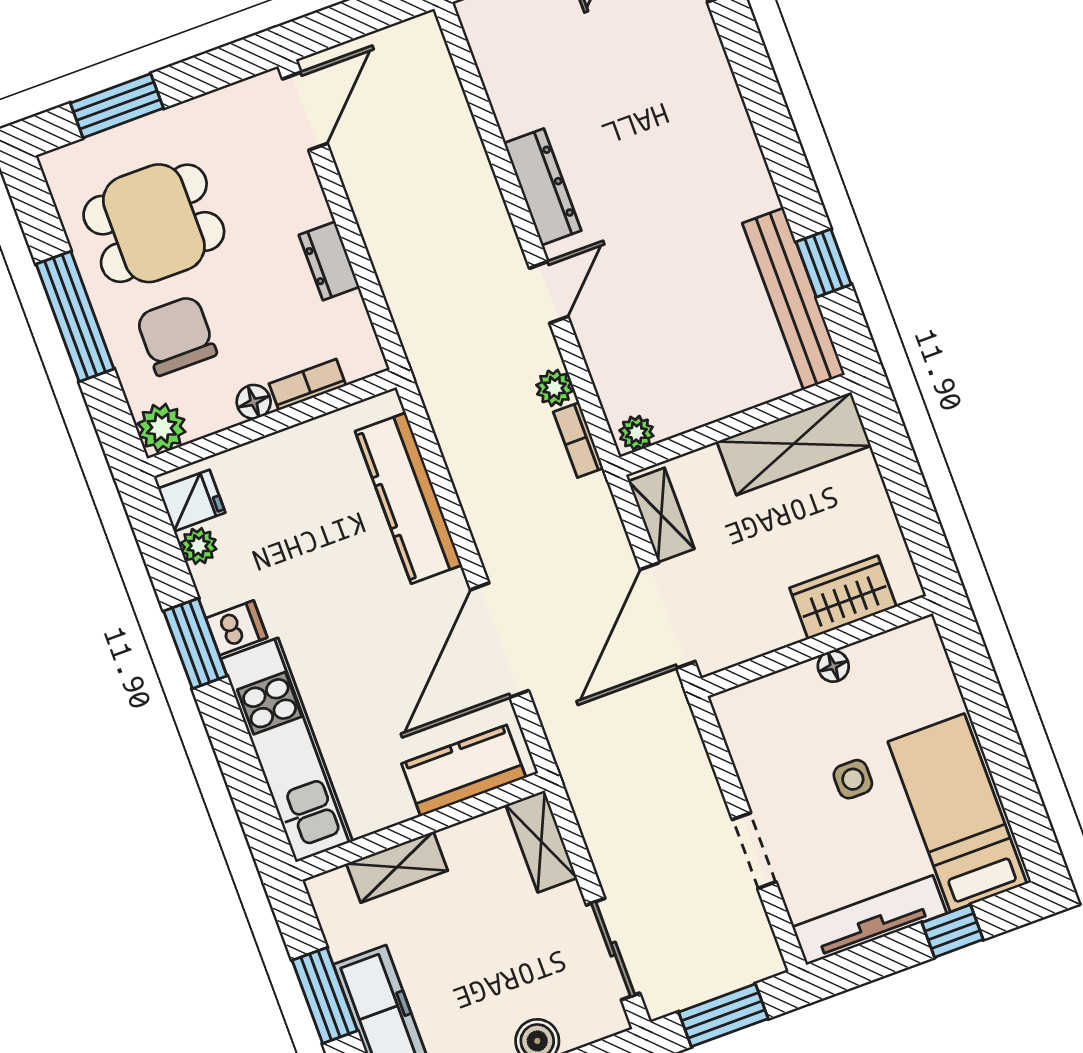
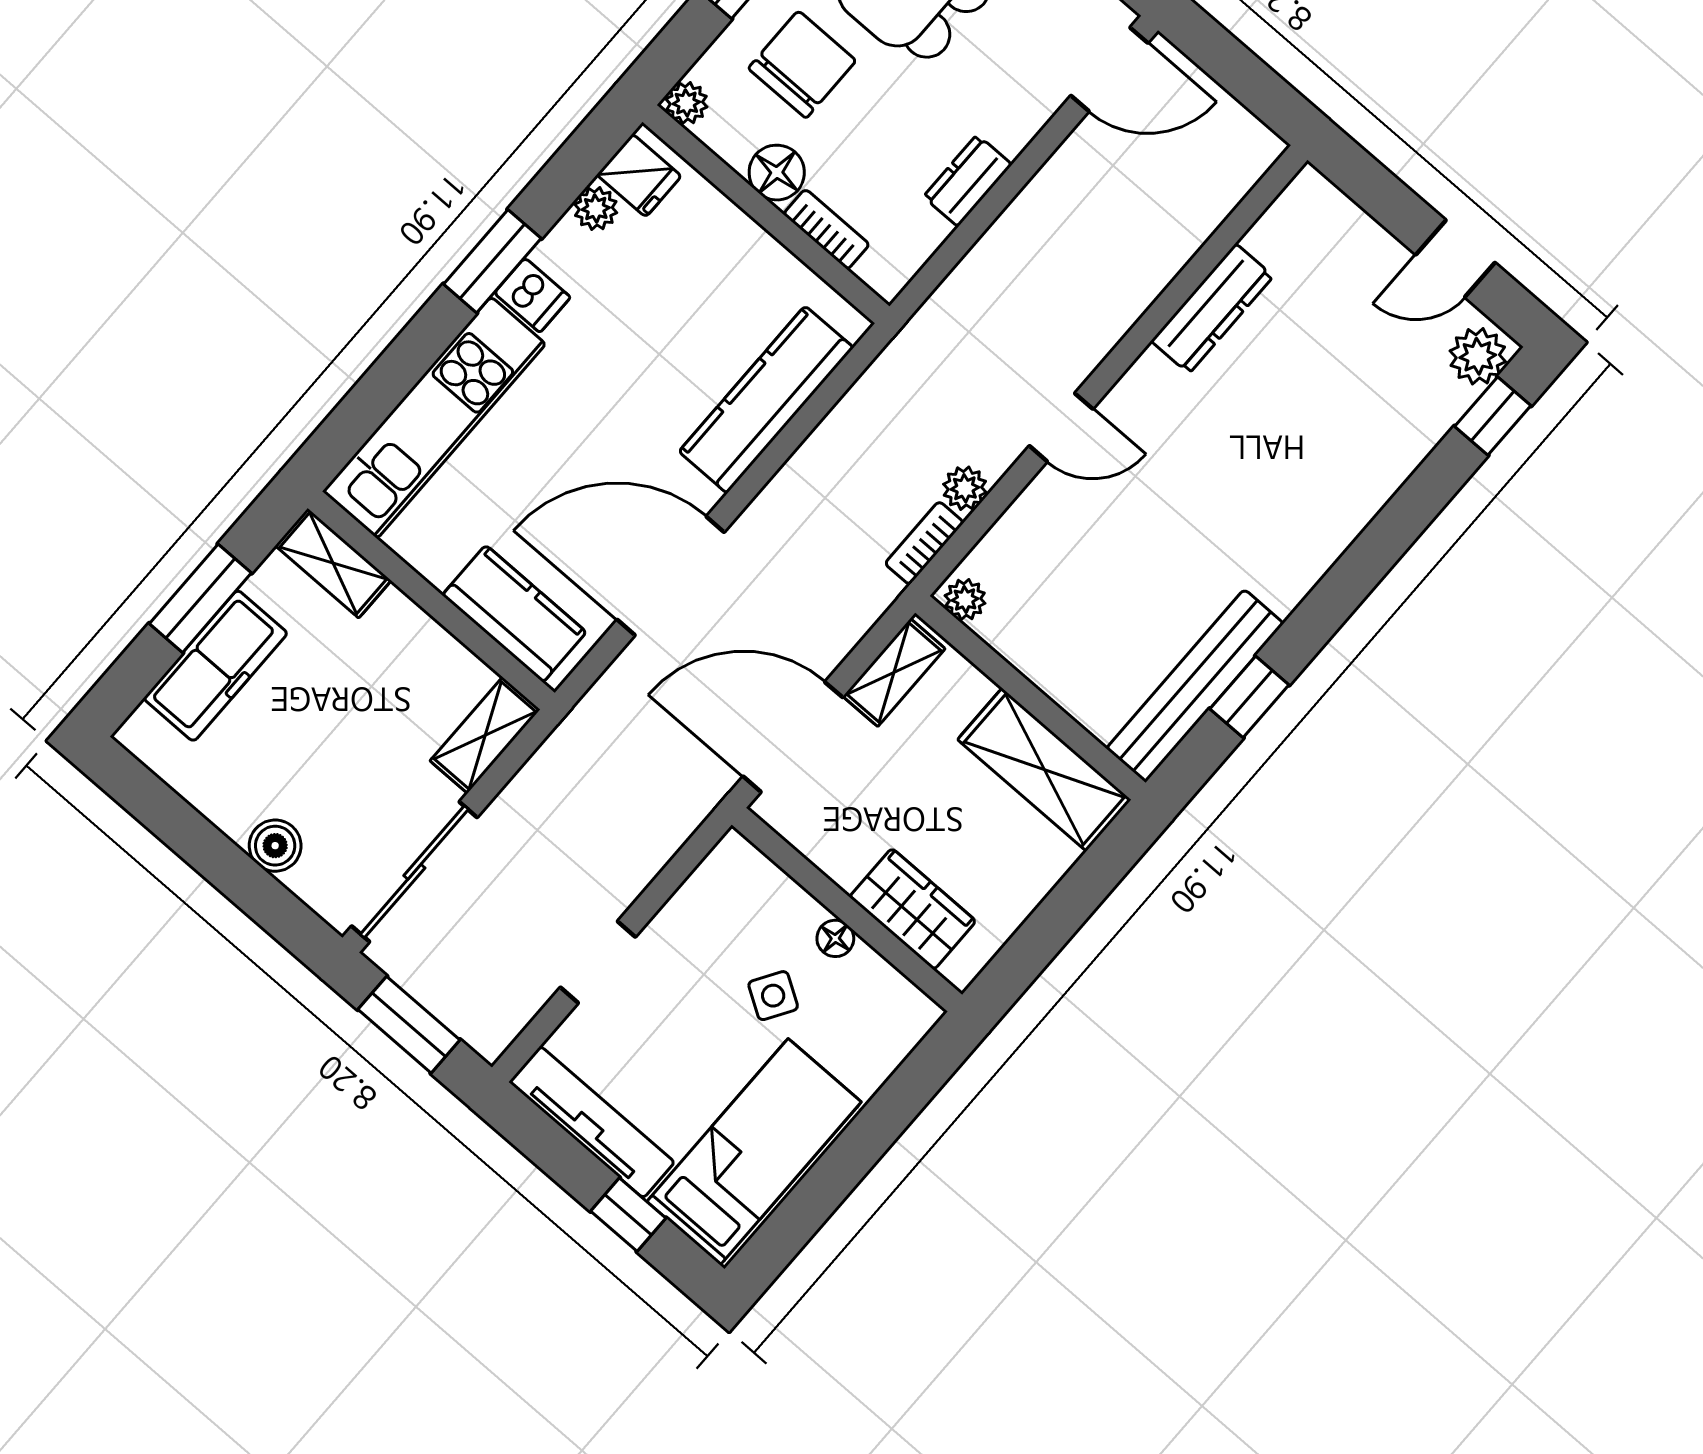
dresser: (543, 187) -> (1212, 309), moved
floor lamp: (254, 402) -> (777, 173), width x1.37, depth x1.37
plant: (162, 428) -> (686, 103), width x0.73, depth x0.73
side table: (853, 779) -> (773, 996), moved, turned 32
shelving: (397, 867) -> (333, 563), moved
sliding door: (613, 949) -> (414, 872), width x1.37

